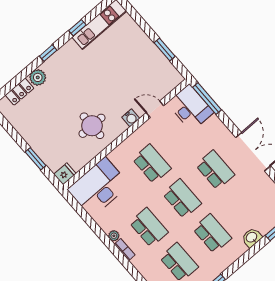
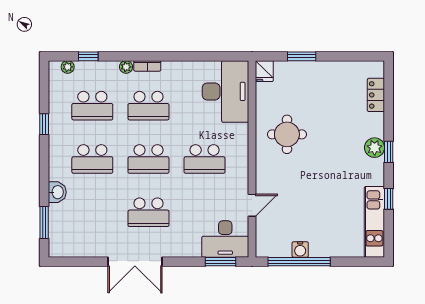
window: (165, 50) -> (299, 262), width x2.11
plant: (38, 77) -> (375, 148), moved
window: (207, 98) -> (221, 262), width x0.69
water cooler: (131, 118) -> (300, 249), moved, turned -90
plant: (114, 236) -> (126, 67), moved

